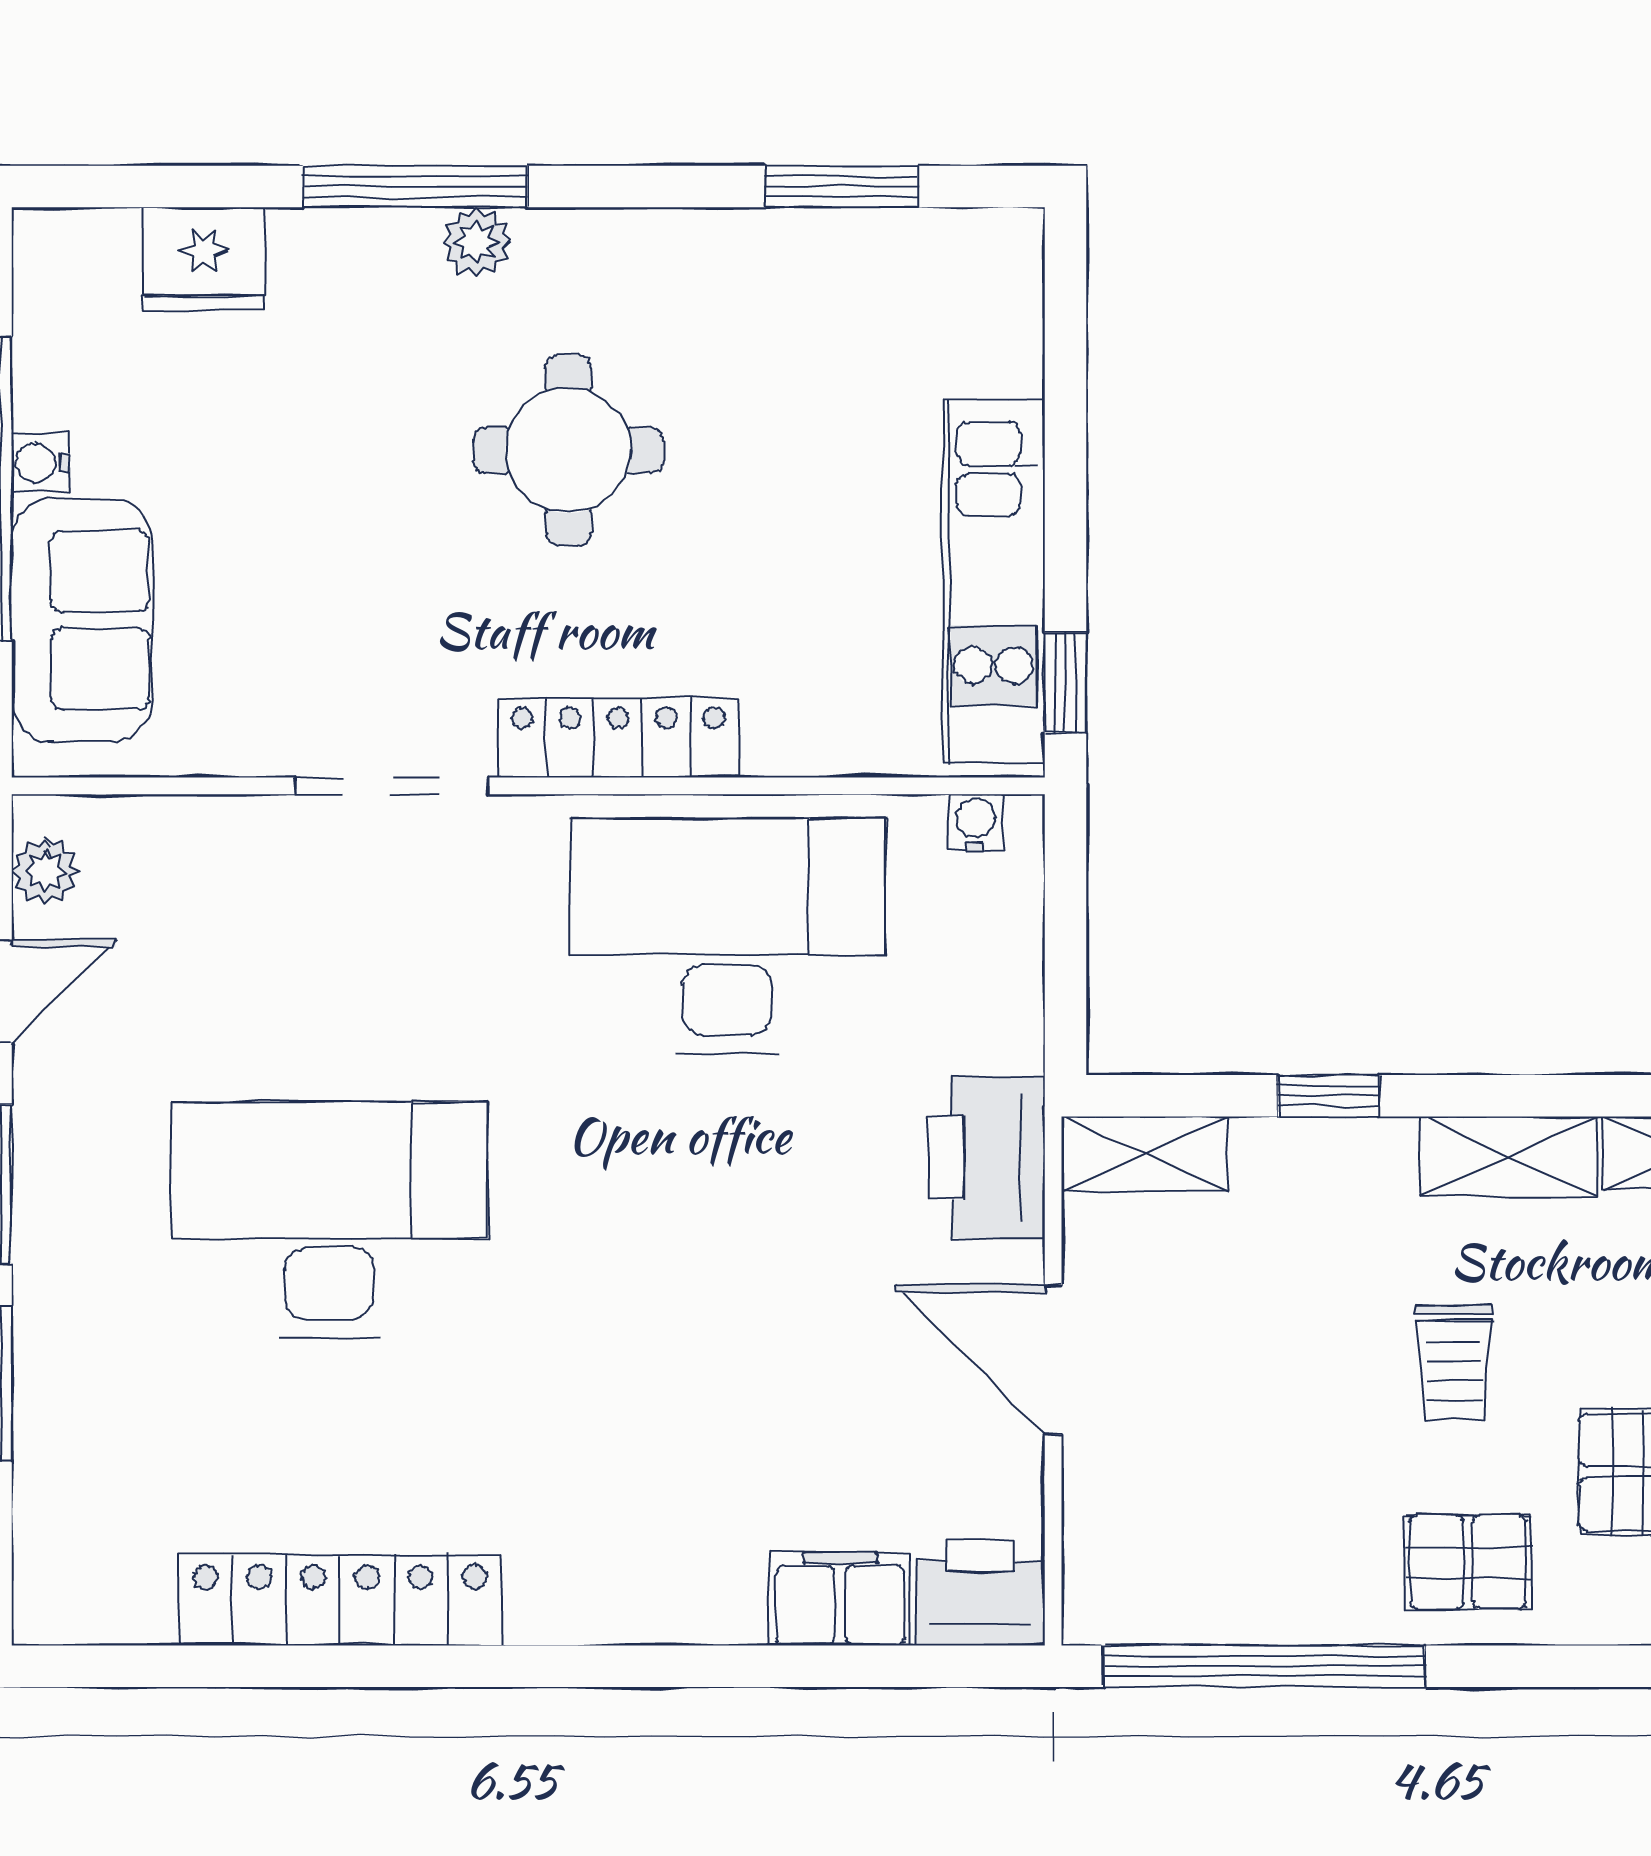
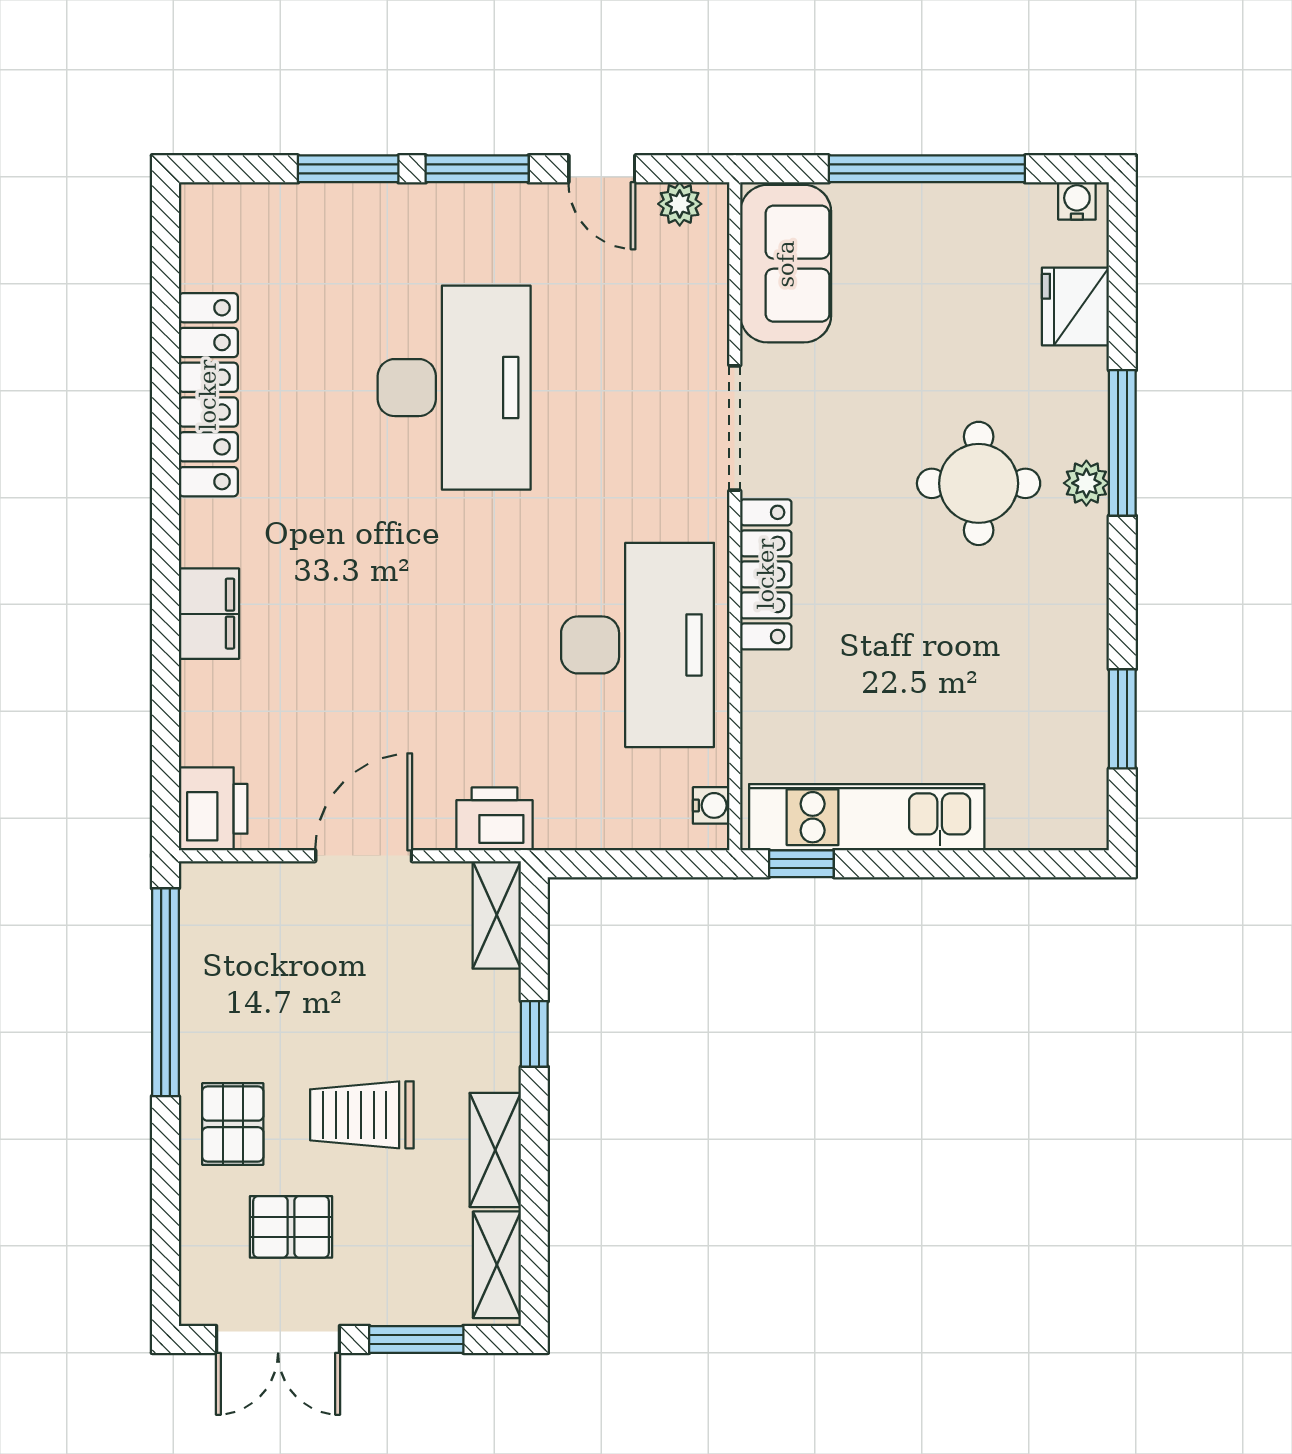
round table: (568, 450) -> (979, 483), moved
water cooler: (40, 463) -> (1077, 201), moved
sofa: (82, 620) -> (786, 264), moved, turned -90
printer: (987, 1157) -> (494, 819), width x0.73, depth x0.84
trolley: (1454, 1362) -> (362, 1115), width x1.36, depth x1.39
filing cabinet: (840, 1599) -> (209, 614), moved

